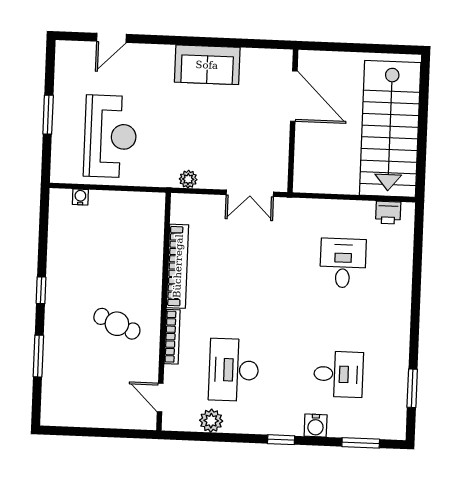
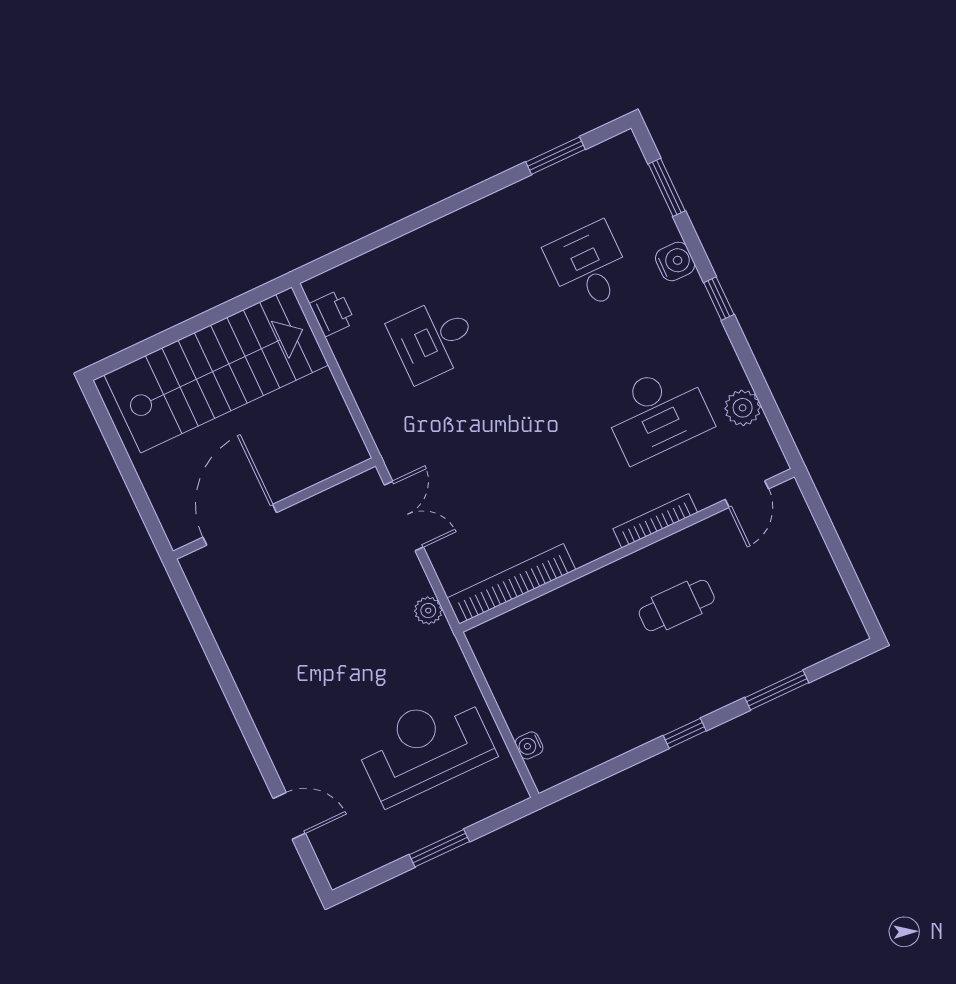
sofa: (207, 65) -> (258, 666), removed
bookcase: (178, 266) -> (511, 584), moved
cafe table: (117, 324) -> (677, 605), turned 67

